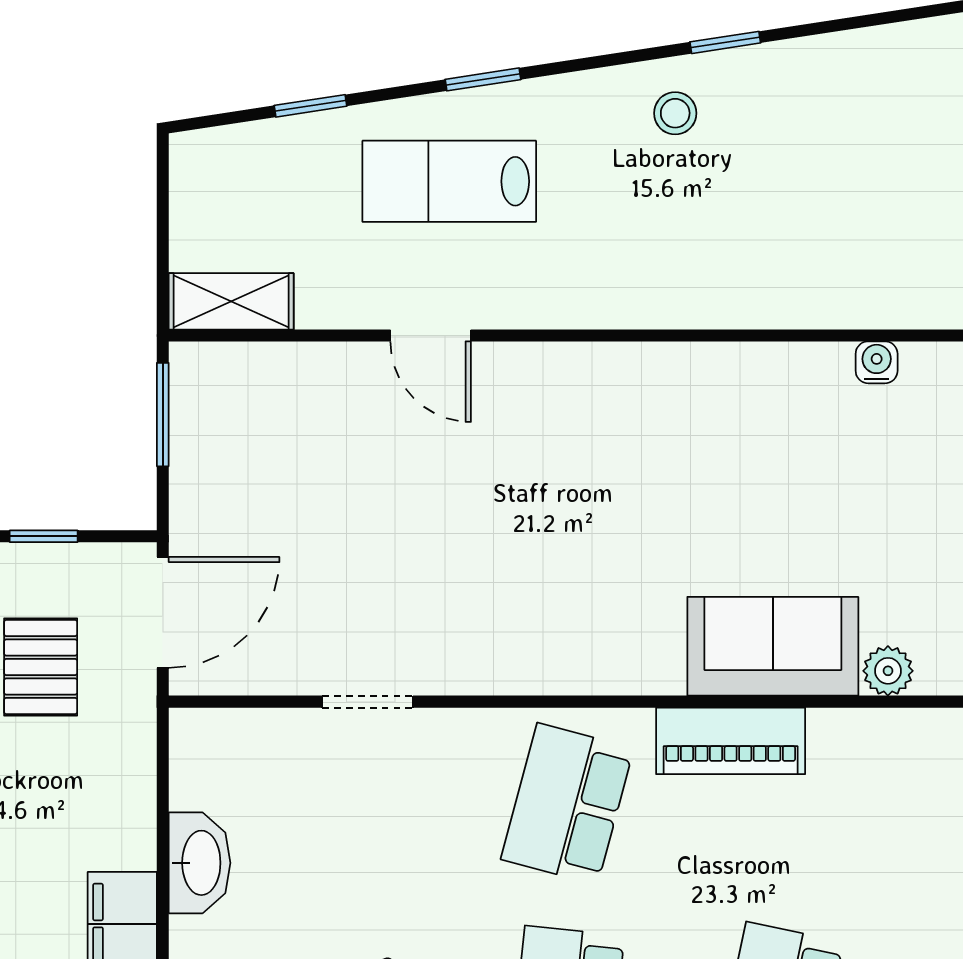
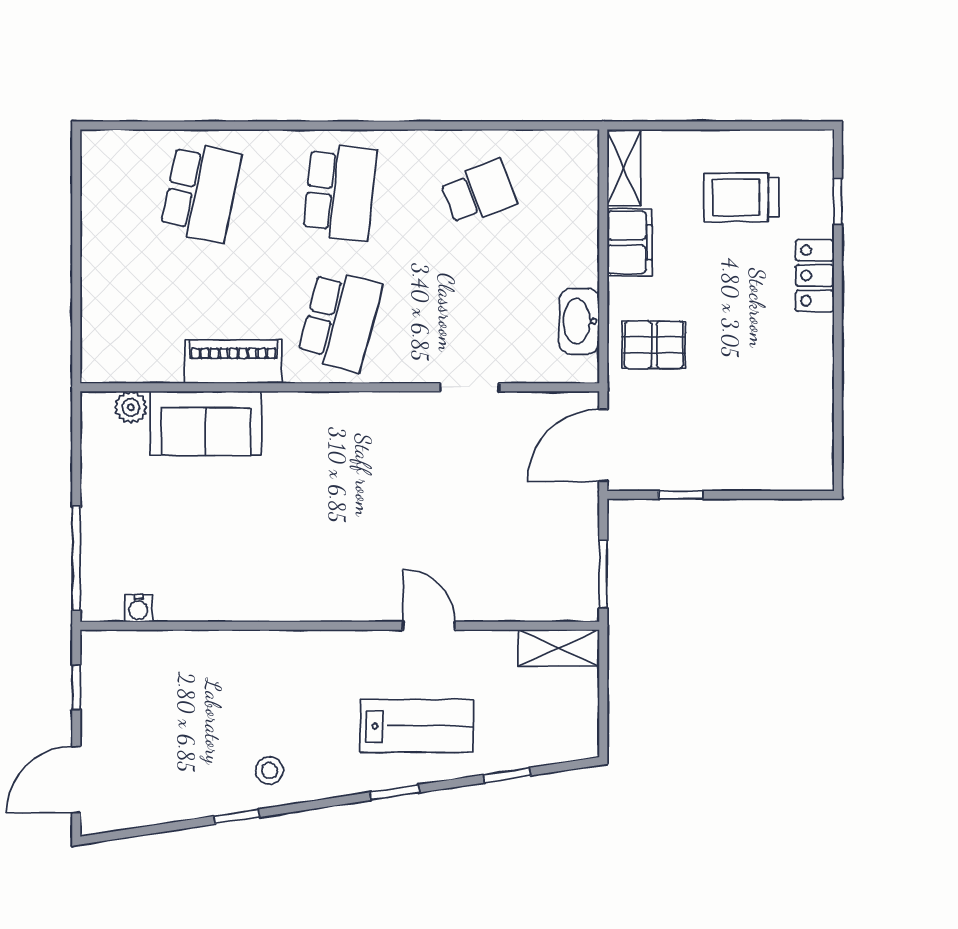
pallet: (41, 667) -> (654, 345), moved, turned 90
washbasin: (199, 863) -> (579, 321), moved

